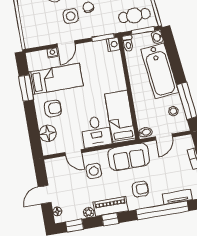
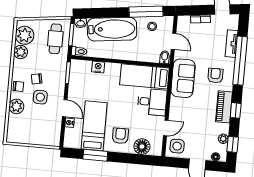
nightstand: (113, 44) -> (98, 67), moved
side table: (94, 171) -> (177, 146), moved
plant: (89, 212) -> (223, 139), moved

